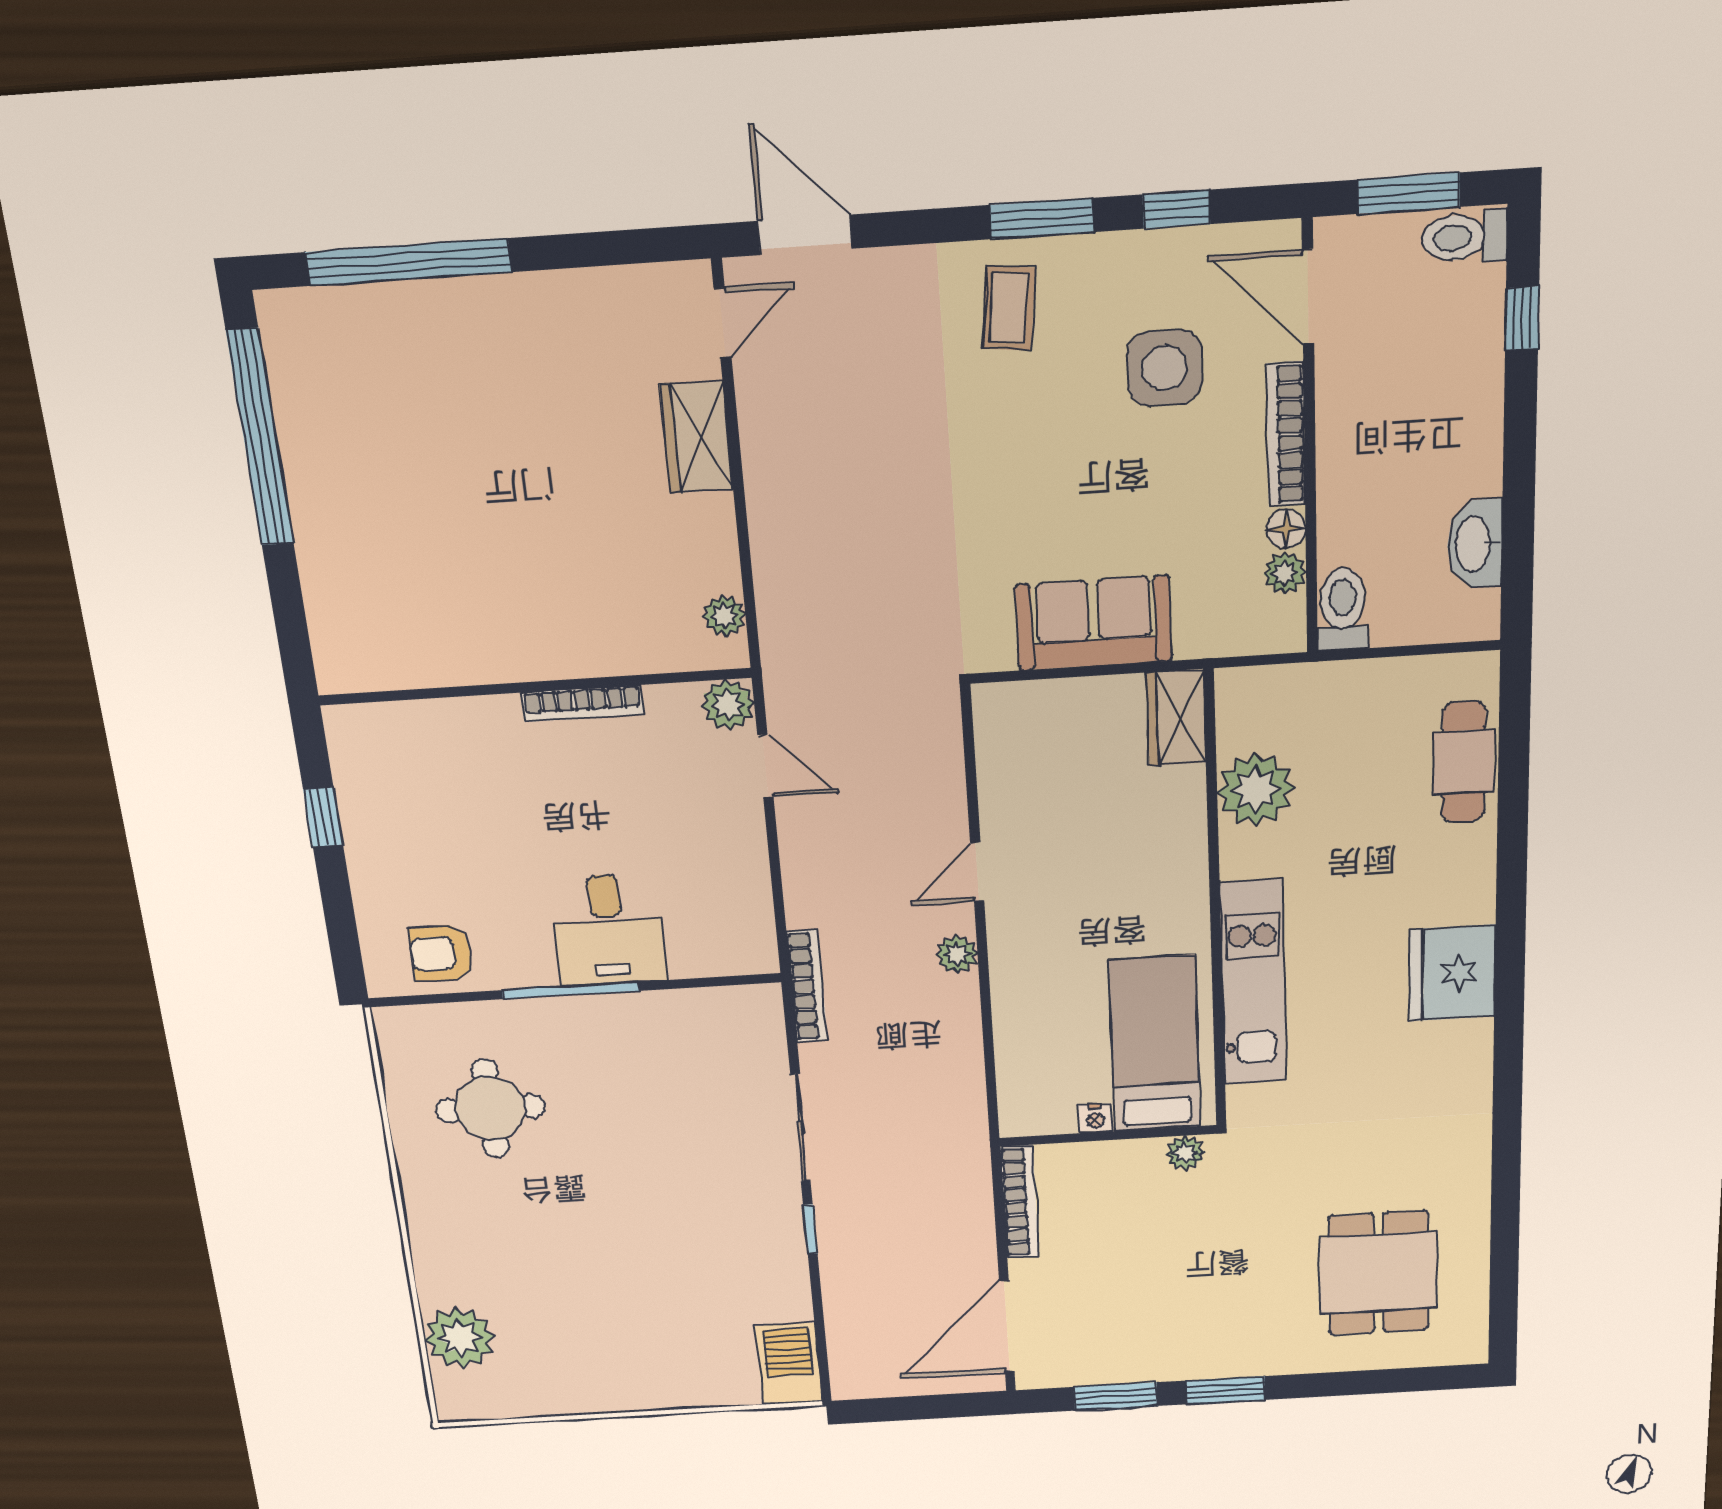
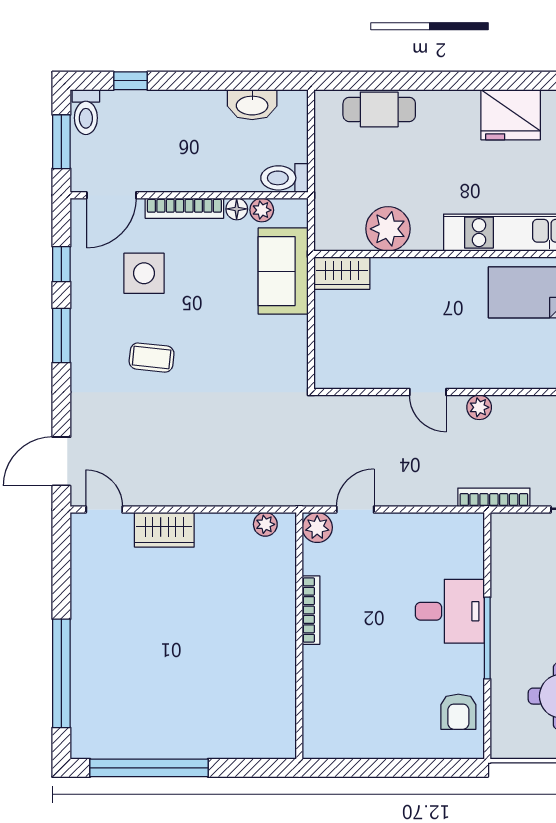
coffee table: (1009, 308) -> (152, 358), moved
sofa: (1094, 623) -> (283, 271), moved
window: (323, 817) -> (369, 768), removed

